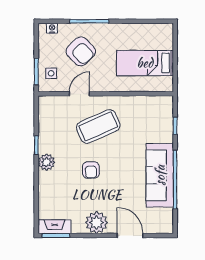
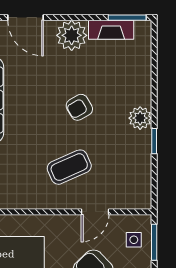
coffee table: (98, 126) -> (69, 167), width x0.73, depth x0.76
armchair: (91, 170) -> (79, 107), turned -117
fireplace: (55, 227) -> (111, 30), moved

